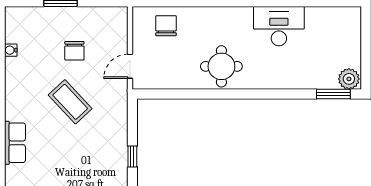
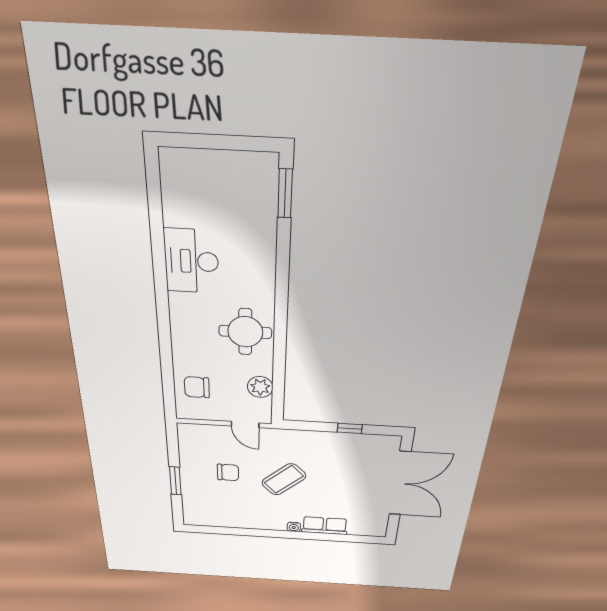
water cooler: (11, 50) -> (294, 527), moved
plant: (349, 79) -> (260, 387), moved

